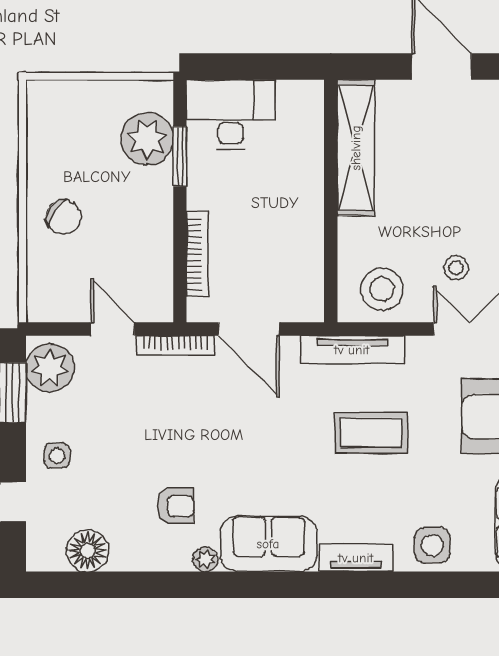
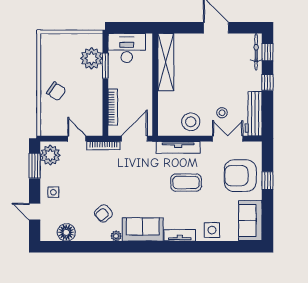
shelving: (356, 148) -> (166, 62), moved
wall: (331, 201) -> (155, 85), moved
door: (249, 329) -> (134, 139), swing flipped
armchair: (176, 506) -> (103, 213), turned 140

